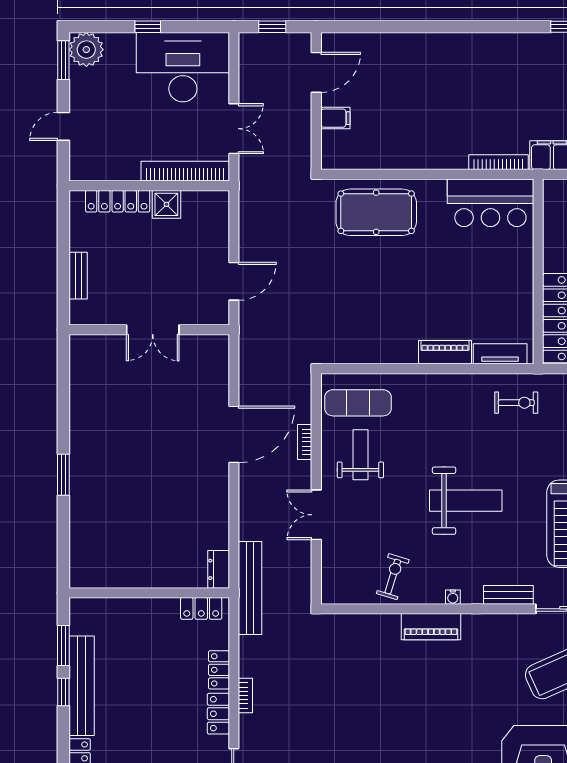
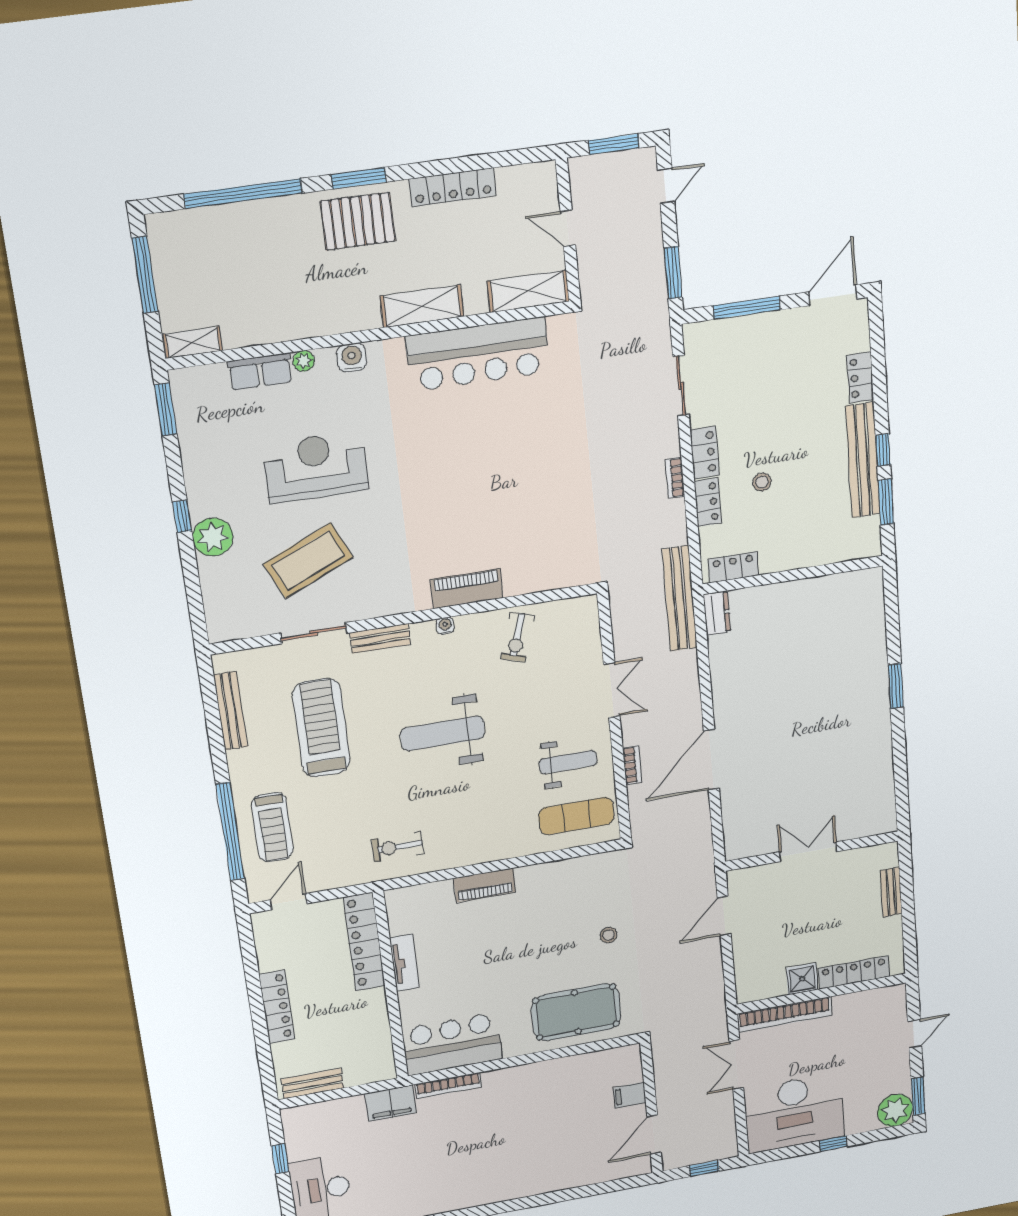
stool: (340, 283) -> (609, 935), added
tv unit: (500, 354) -> (404, 963), moved, turned -90
weight bench: (360, 455) -> (568, 762), turned -90
stool: (171, 680) -> (762, 482), added

